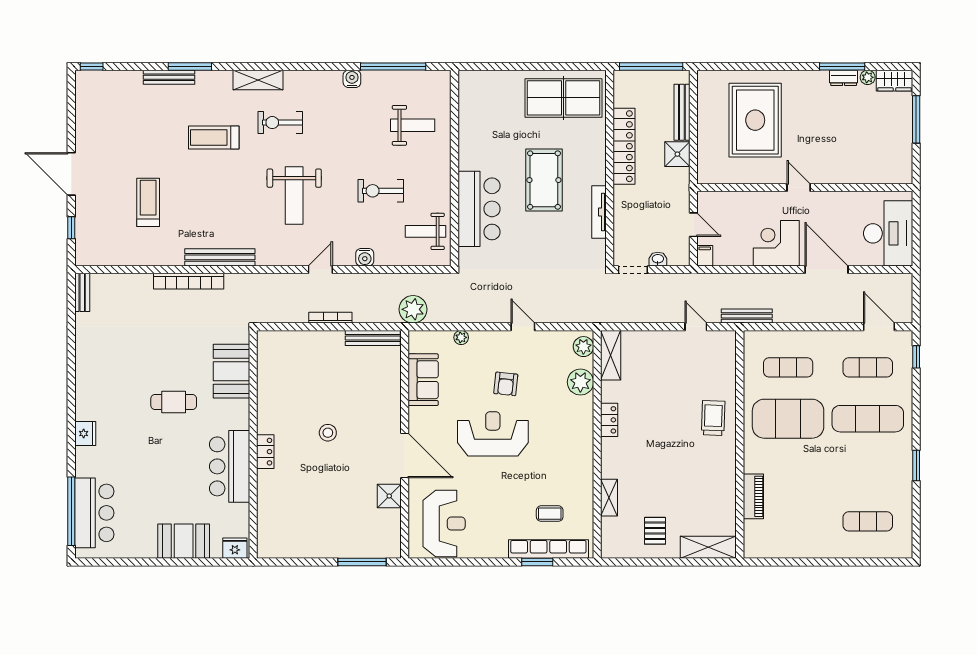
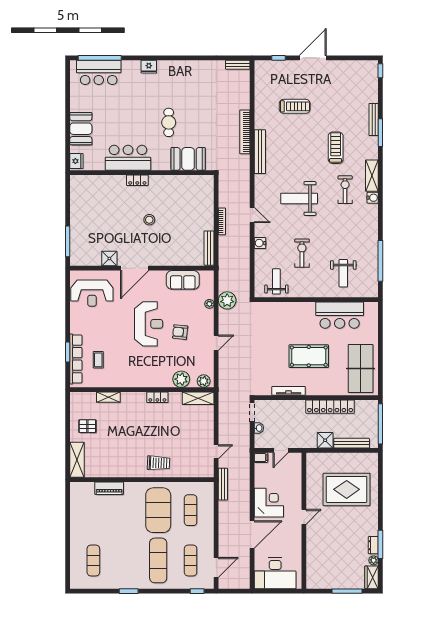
water cooler: (352, 79) -> (373, 198), moved
bar counter: (479, 209) -> (340, 315), moved
plant: (413, 309) -> (227, 300), moved

